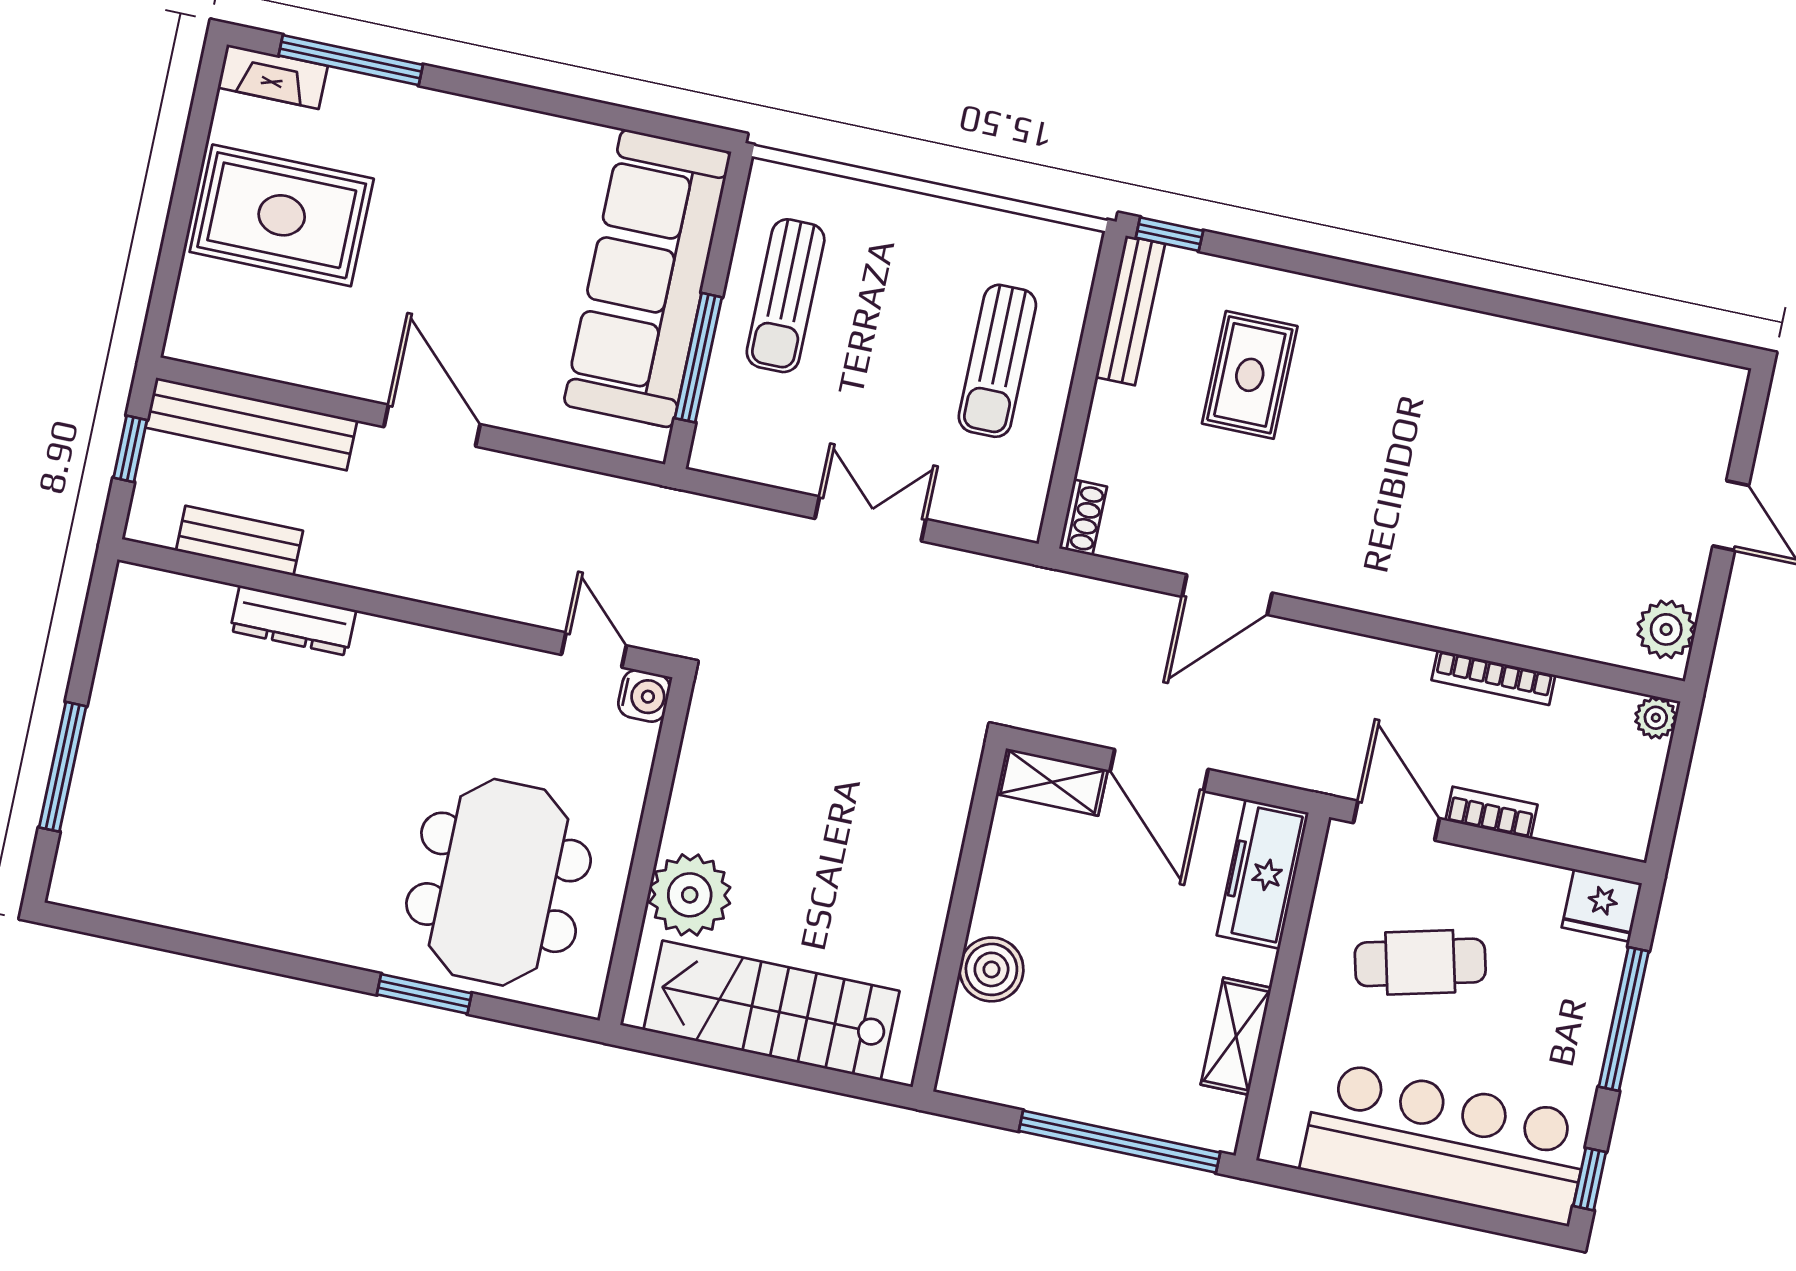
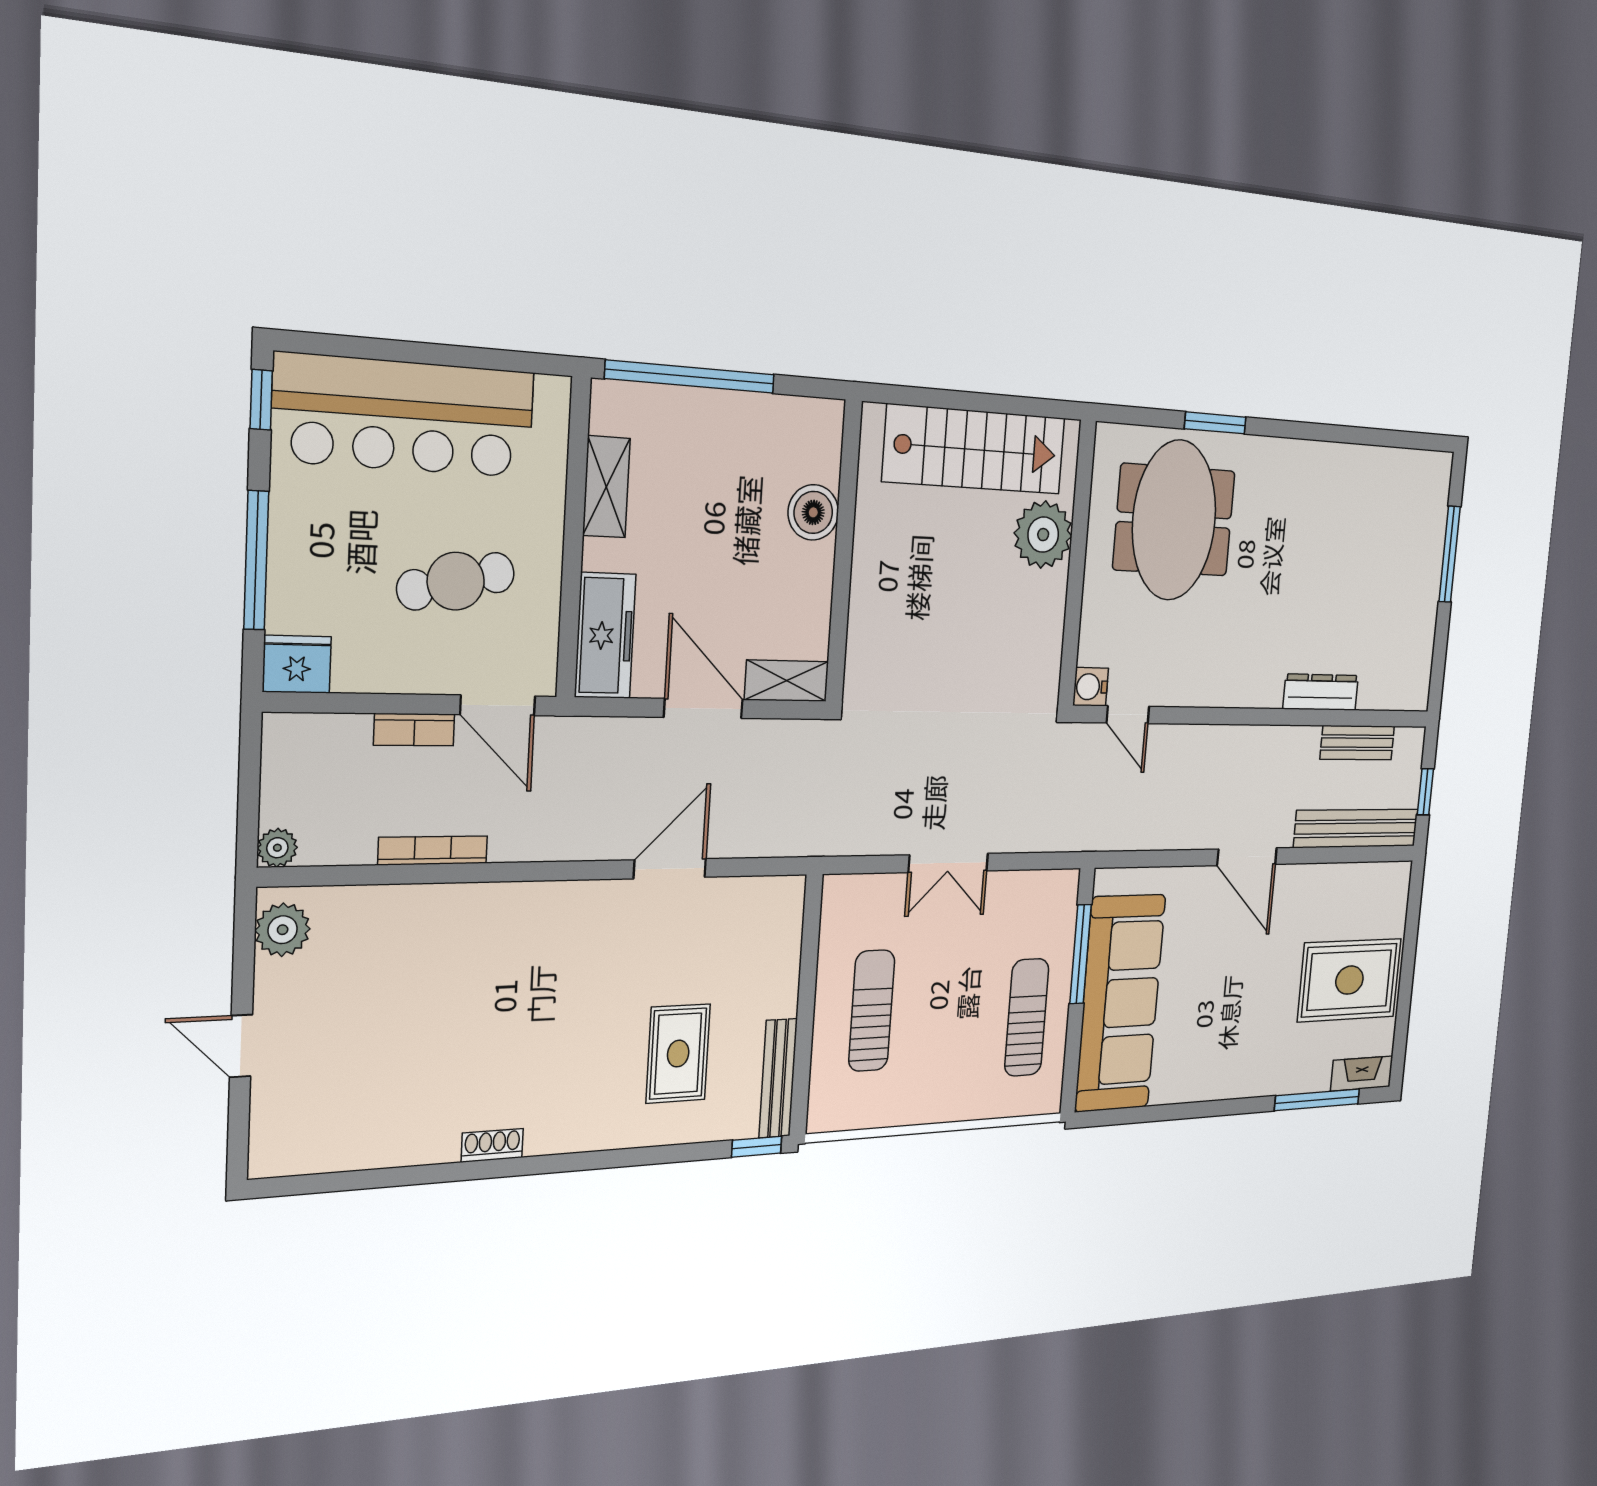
shoe rack: (1083, 517) -> (492, 1145), moved, turned 90

